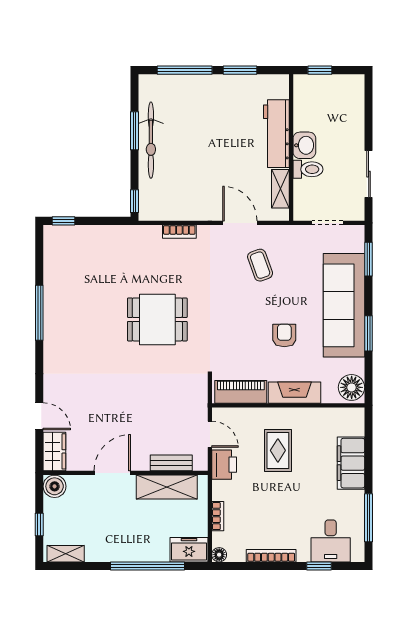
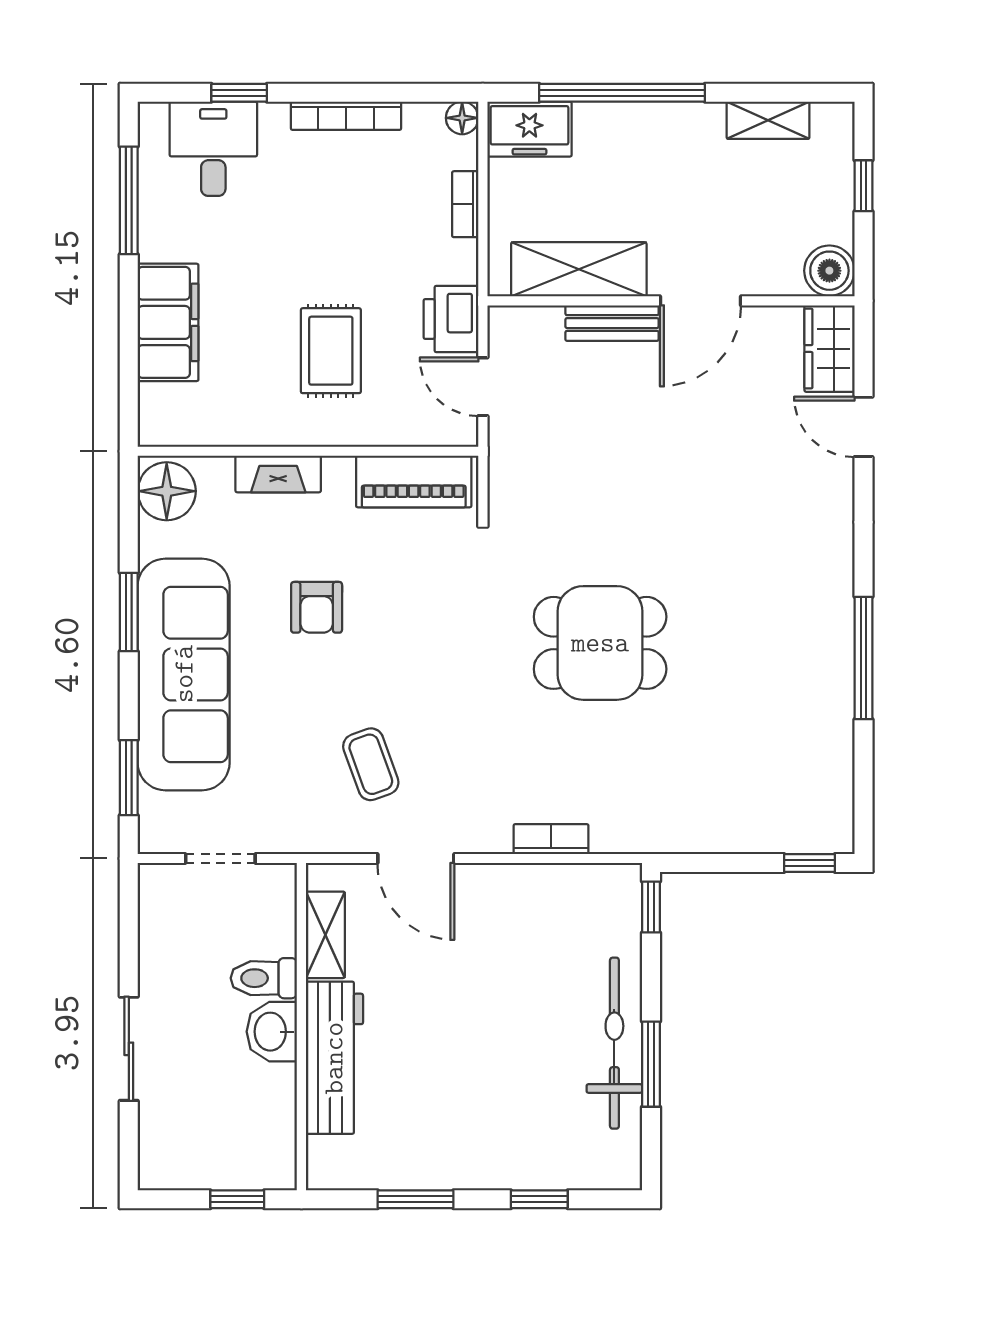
window: (185, 70) -> (539, 1199), width x0.46
sliding door: (369, 174) -> (129, 1049), moved
fireplace: (294, 393) -> (278, 474), width x0.73, depth x0.76
bench: (171, 463) -> (612, 323), moved
shelving: (66, 554) -> (768, 120), moved

